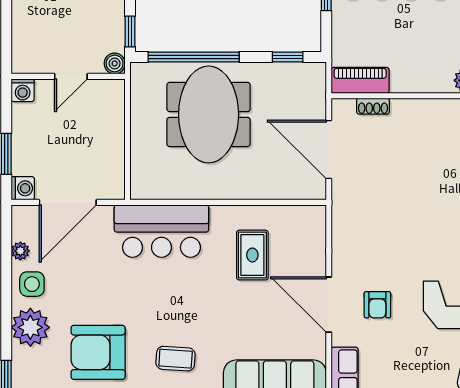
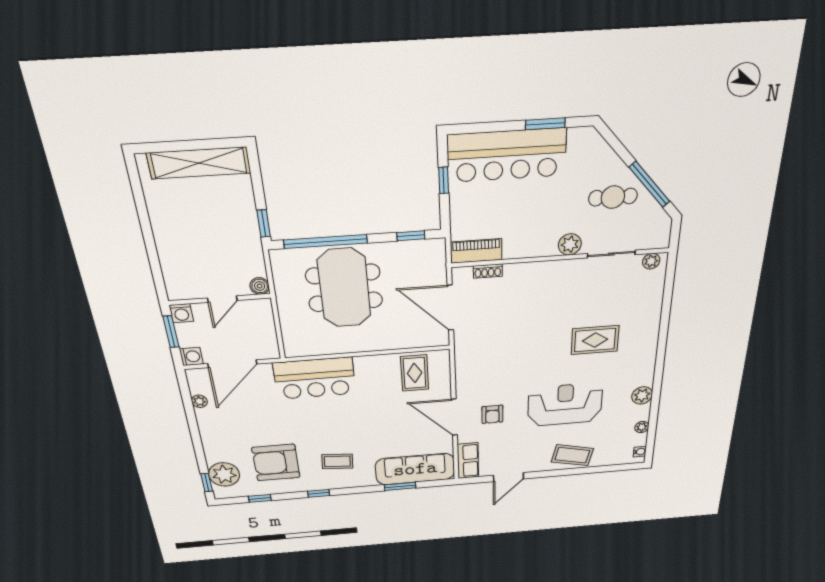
boiler: (115, 63) -> (260, 286), moved
wall: (68, 76) -> (220, 299), moved
door: (71, 76) -> (222, 299), moved
washing machine: (23, 90) -> (181, 313), moved
rug: (252, 255) -> (415, 373), moved
side table: (32, 284) -> (214, 423), removed
plant: (30, 327) -> (224, 474), moved

